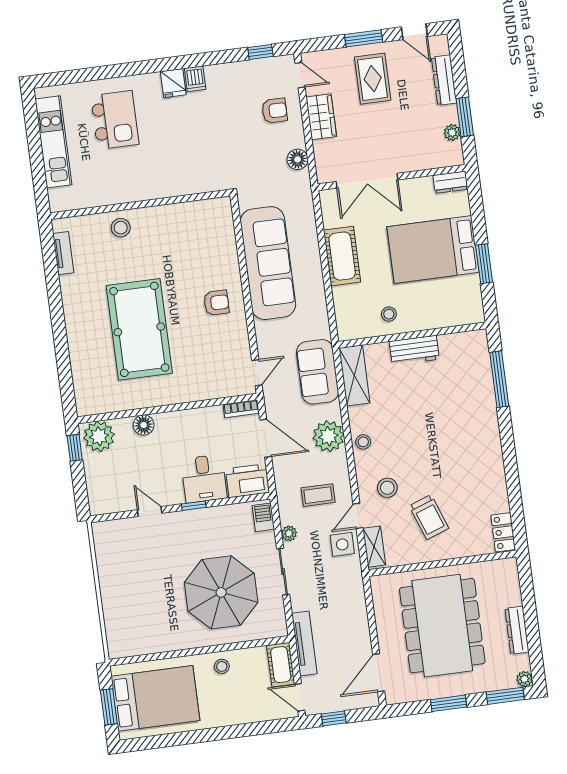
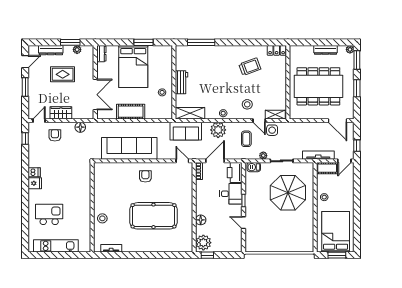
rug: (373, 79) -> (63, 74), moved
door: (150, 511) -> (243, 223), hinge flipped
trolley: (429, 517) -> (250, 67), moved

